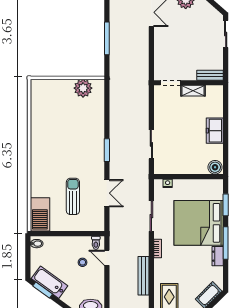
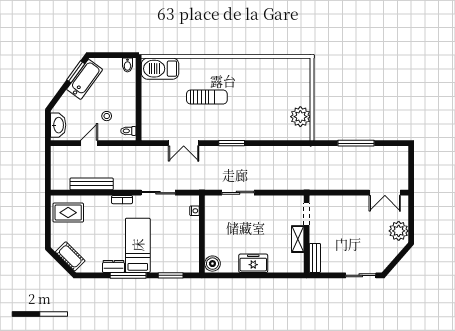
sun lounger: (73, 196) -> (207, 97), moved
bed: (199, 223) -> (138, 245), width x0.49
door: (107, 258) -> (89, 143), moved

